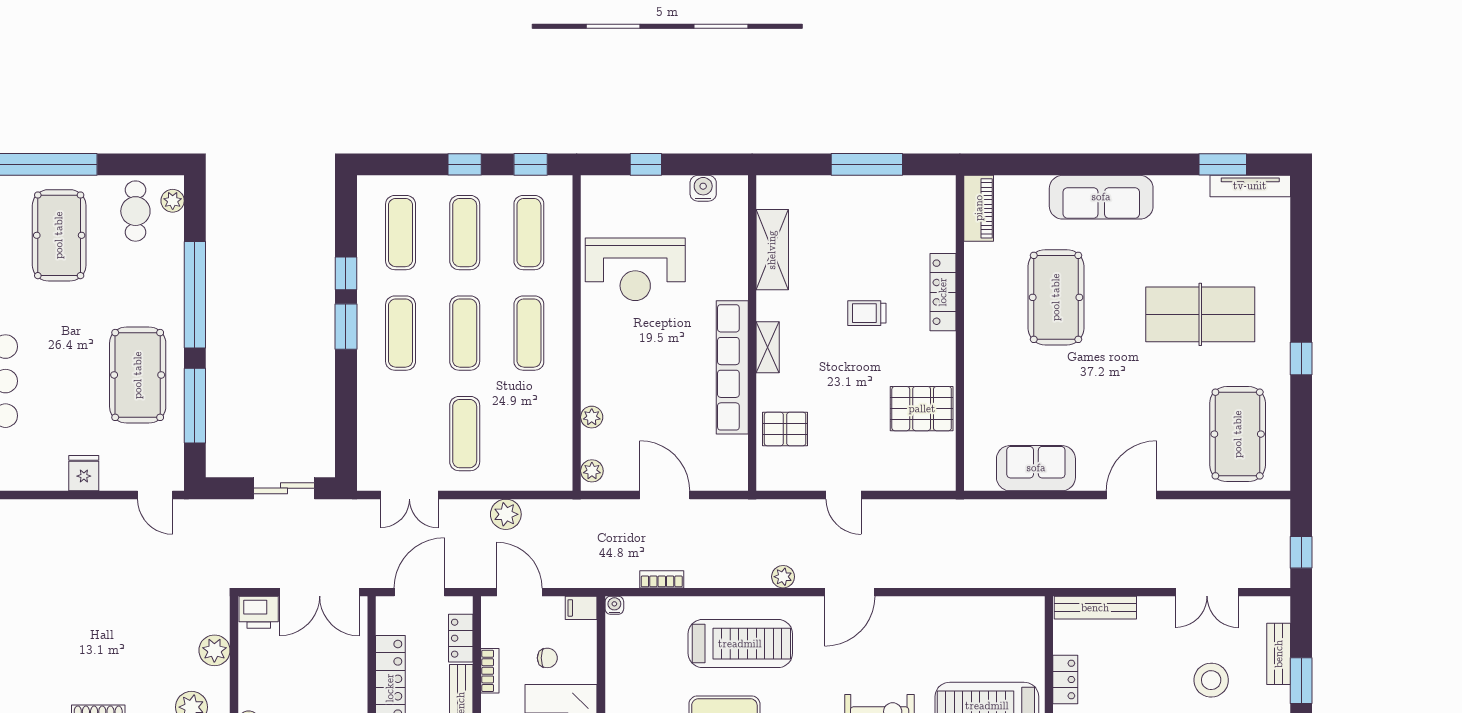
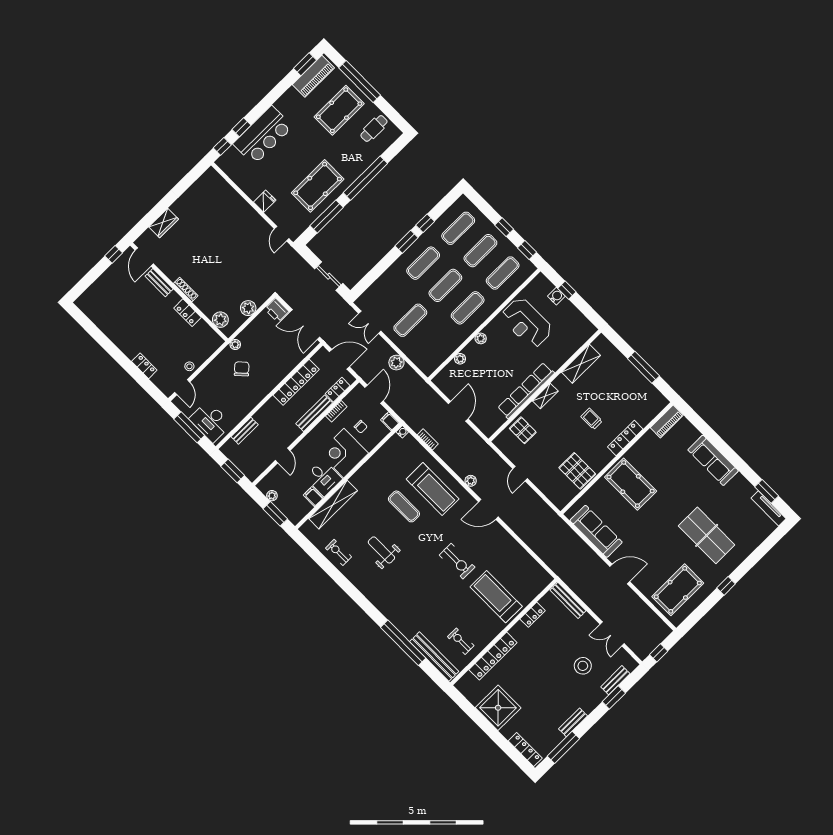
water cooler: (703, 188) -> (556, 296), moved
plant: (173, 201) -> (390, 138), removed
pool table: (1056, 297) -> (631, 484), moved, turned 90
sofa: (1036, 468) -> (596, 531), width x1.36
plant: (592, 471) -> (481, 338), moved

